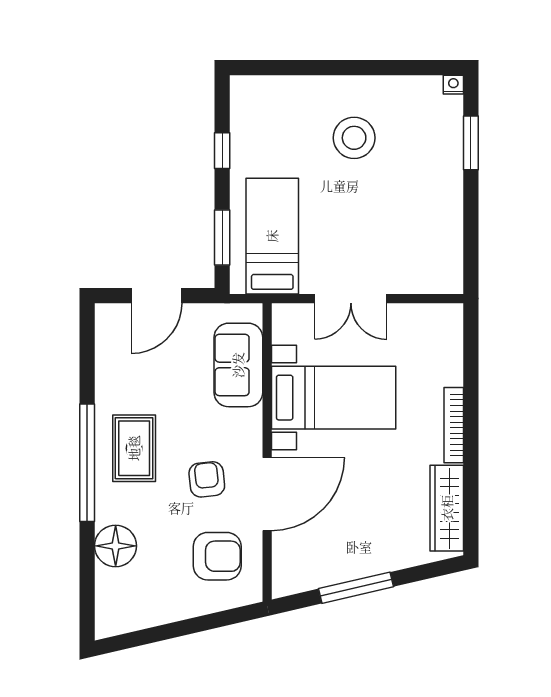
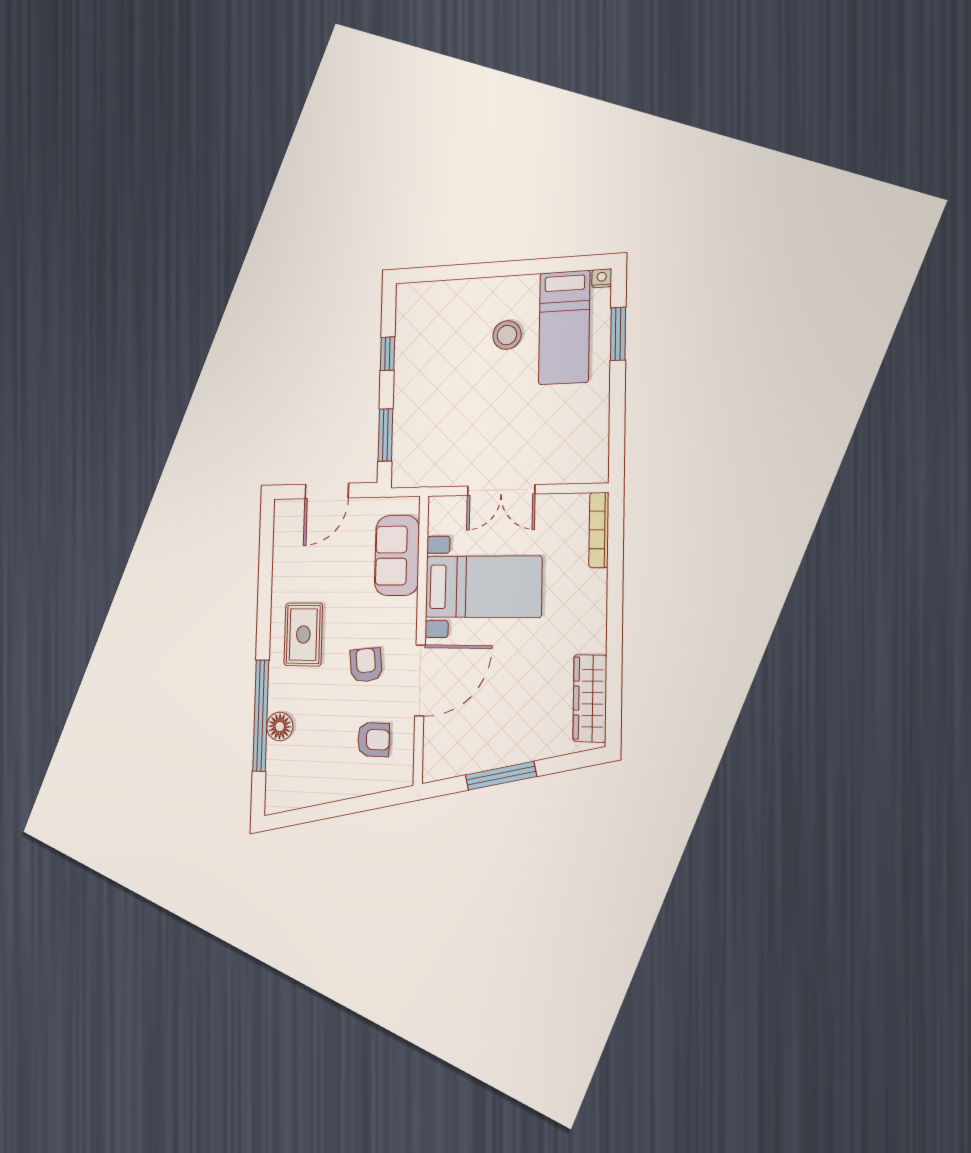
stool: (354, 138) -> (507, 335), width x0.73, depth x0.73
bed: (272, 236) -> (564, 327), moved, turned 180
bookcase: (454, 425) -> (599, 530), moved
window: (87, 463) -> (261, 716), moved
floor lamp: (116, 546) -> (280, 726), width x0.73, depth x0.73
armchair: (217, 556) -> (373, 740), width x0.72, depth x0.72

